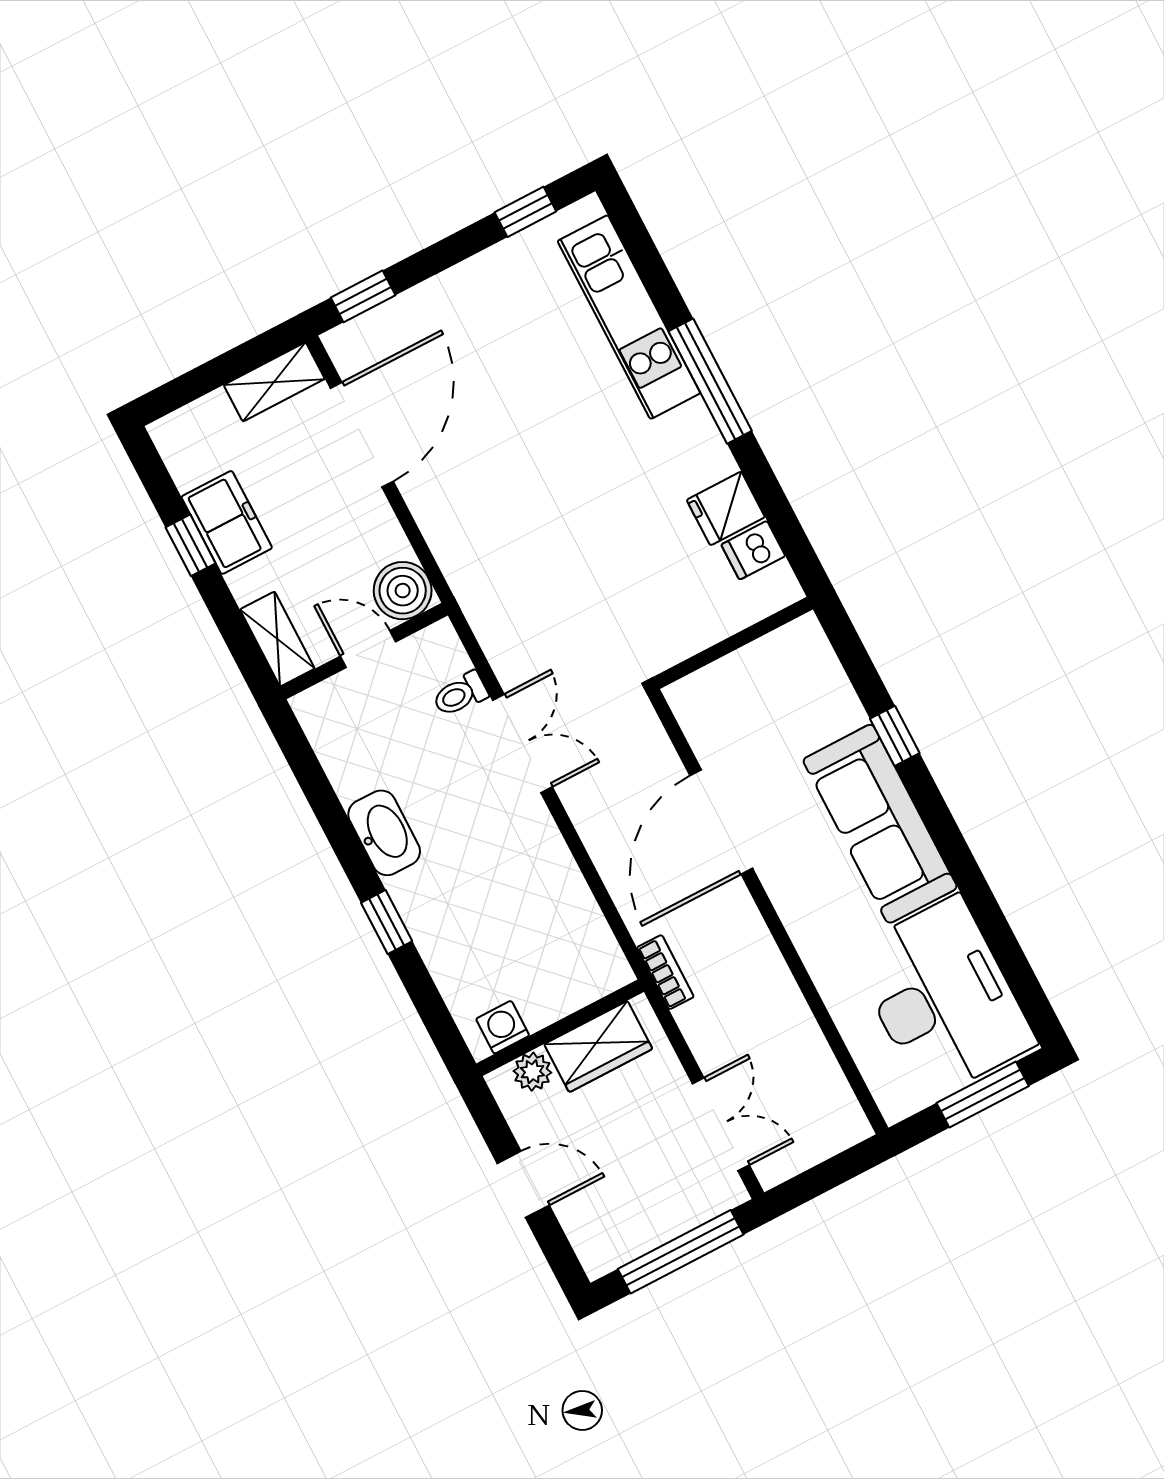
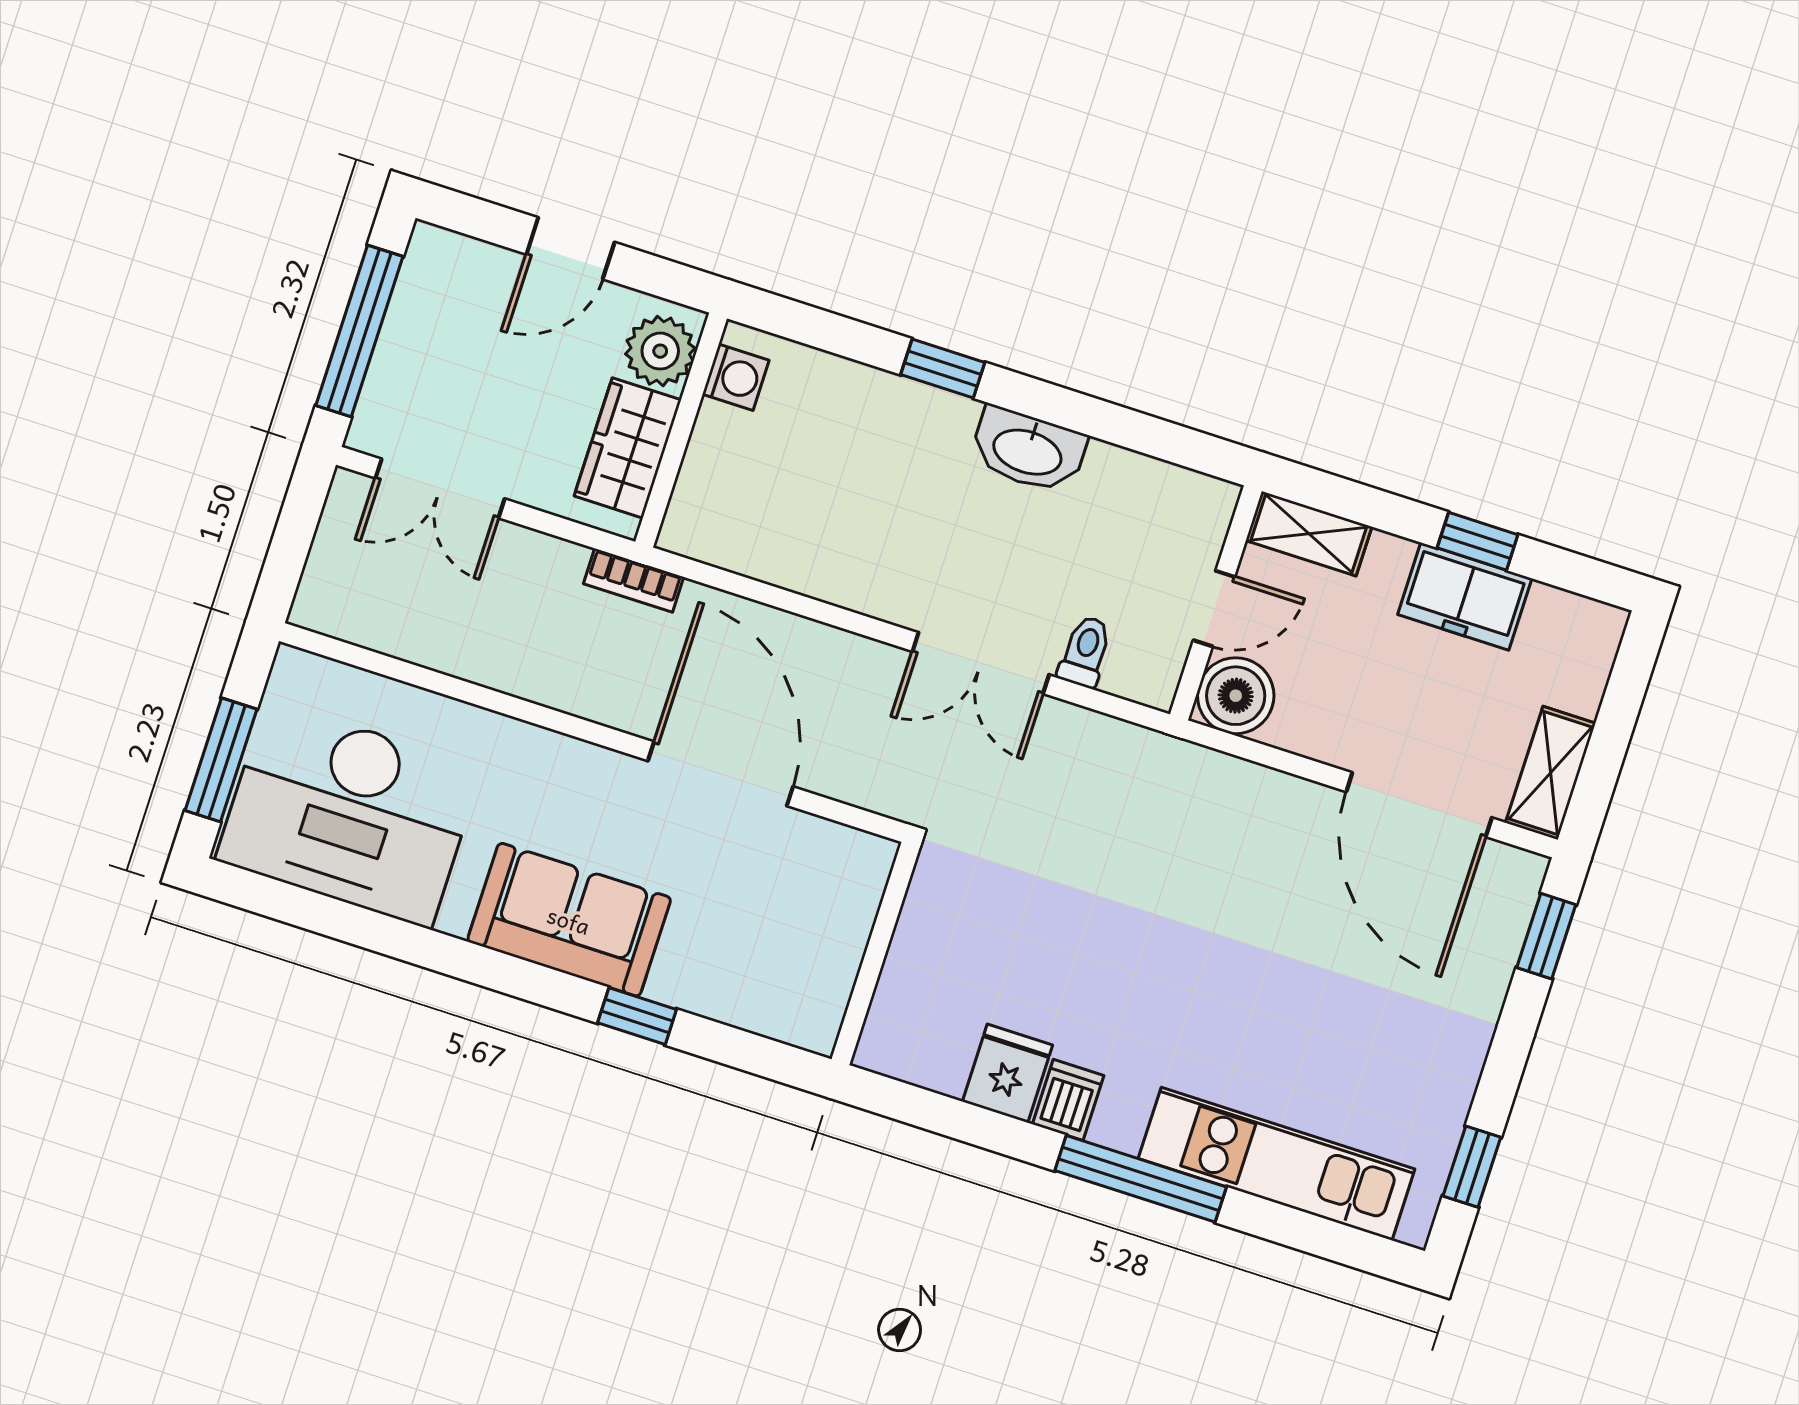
dishwasher: (753, 550) -> (1068, 1100), moved
sofa: (880, 824) -> (569, 920), width x0.73
plant: (532, 1072) -> (660, 351), width x1.38, depth x1.38

